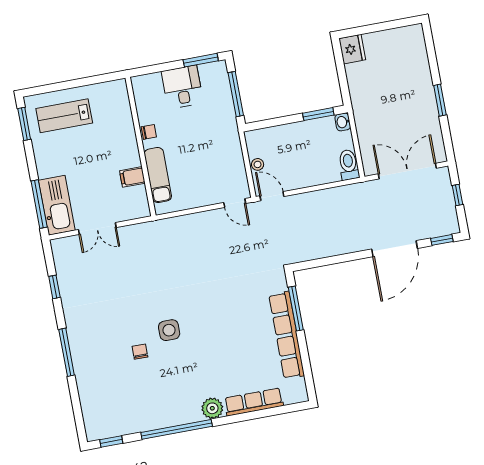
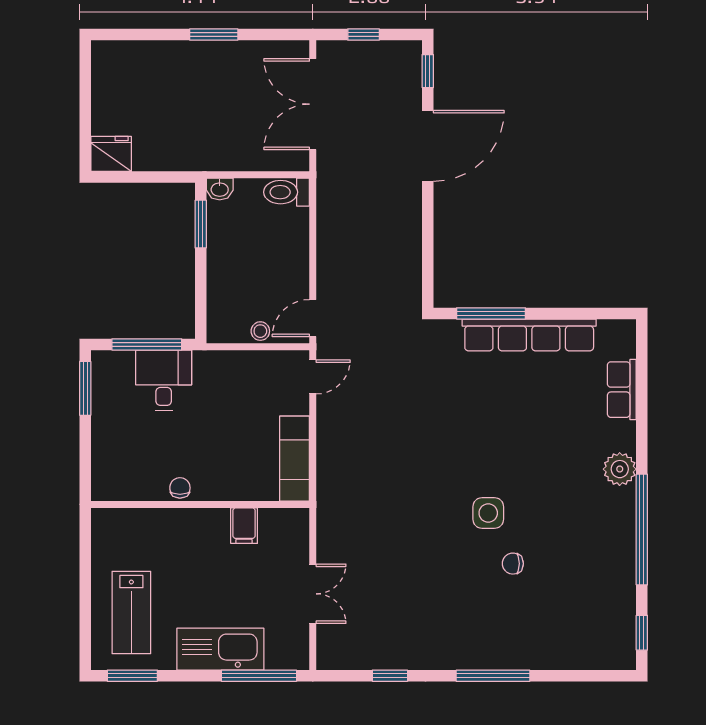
desk: (182, 87) -> (164, 380), moved, turned 90
exam couch: (158, 175) -> (295, 459), moved, turned -90
kitchen sink: (57, 205) -> (220, 649), moved
door: (395, 249) -> (428, 146), hinge flipped
row of seats: (254, 402) -> (622, 390), width x0.68

